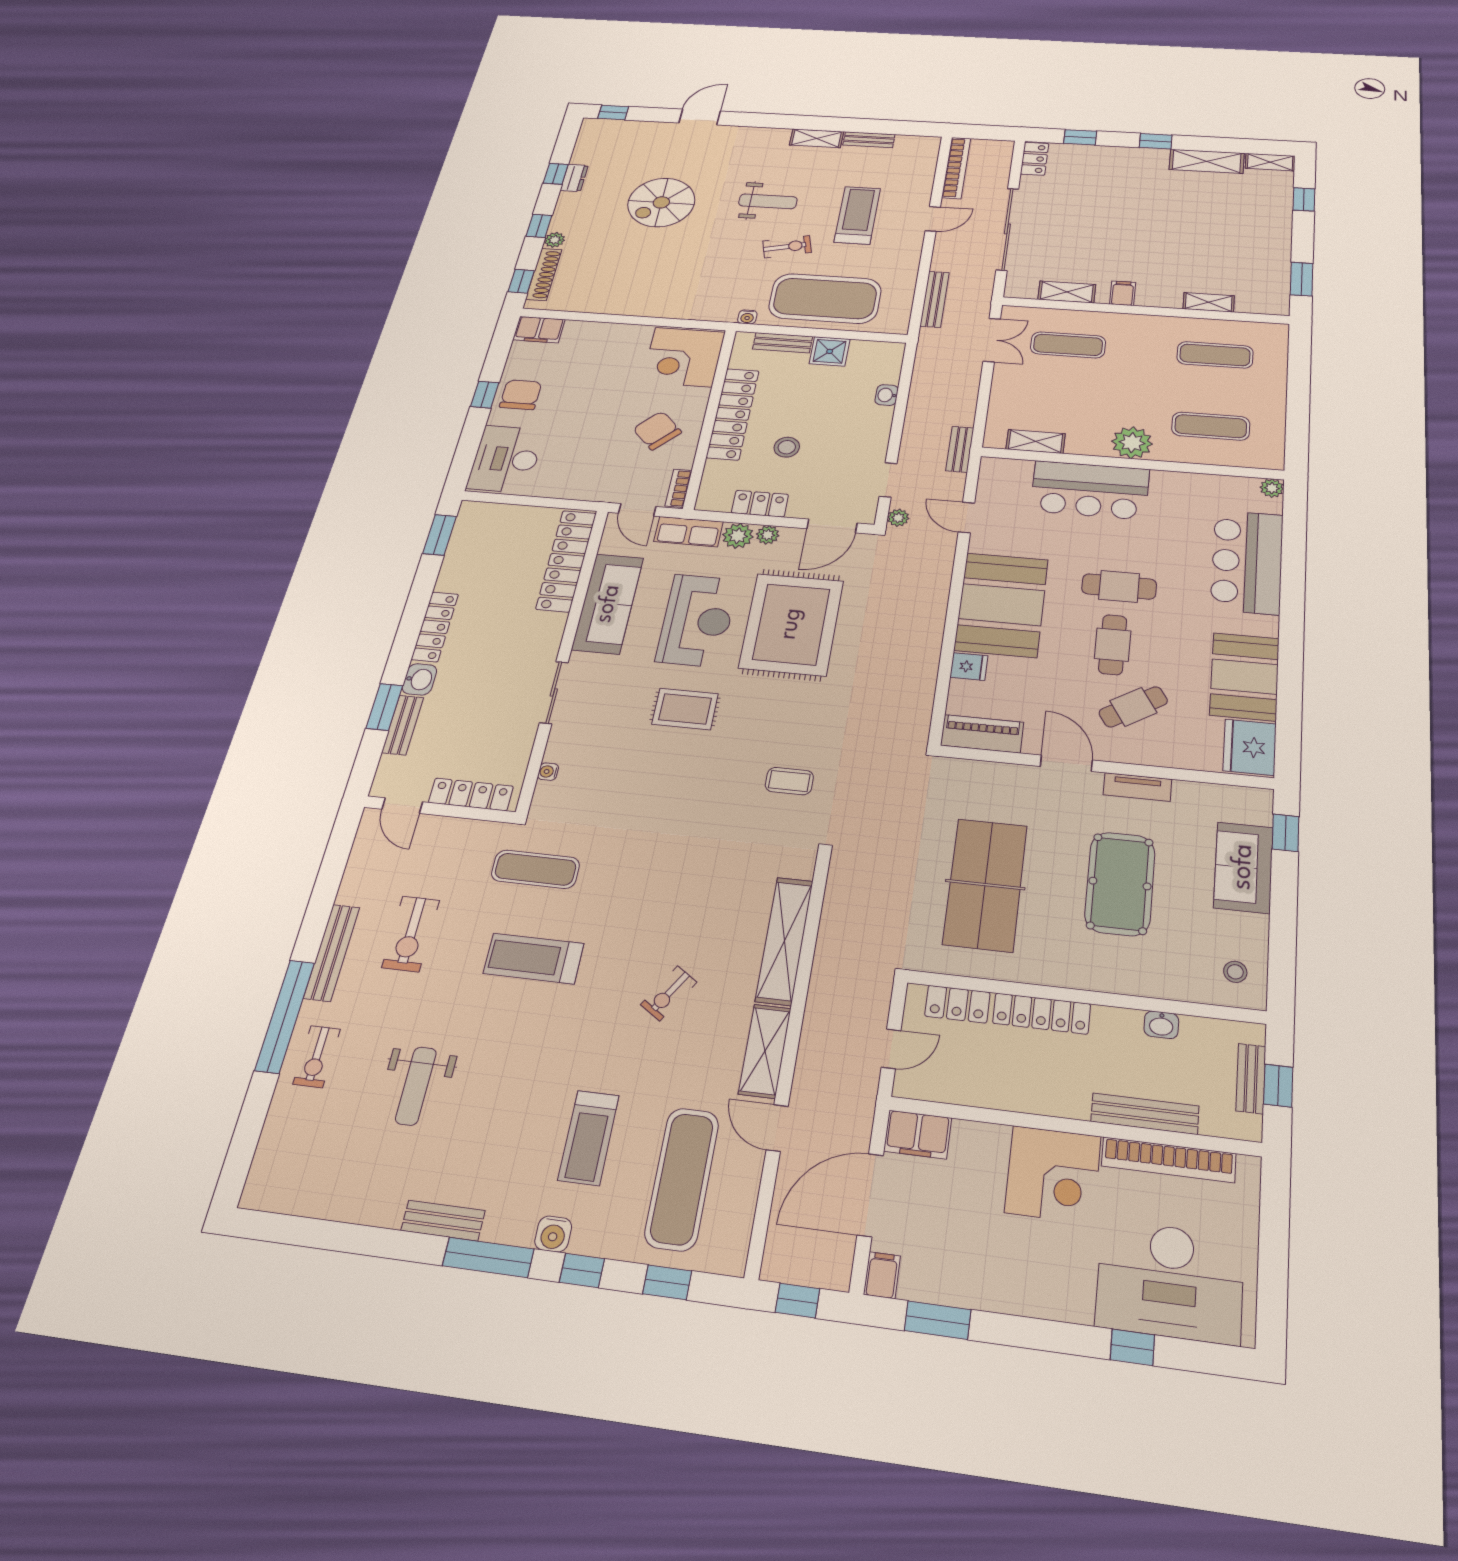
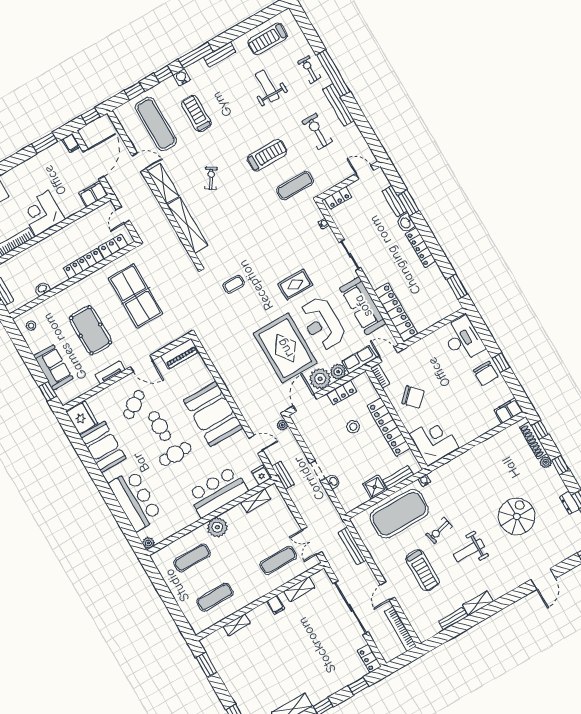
doorway: (888, 480) -> (318, 471), moved
plant: (768, 535) -> (320, 379), width x1.88, depth x1.88
fridge: (969, 667) -> (261, 475), moved, turned 90
locker: (471, 794) -> (338, 198), width x0.66
bench: (1145, 1114) -> (27, 255), removed
treadmill: (331, 1178) -> (268, 39), added

